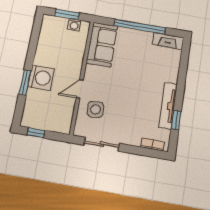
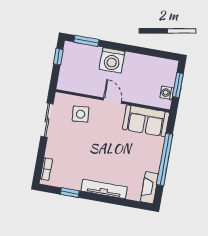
window: (25, 83) -> (86, 41), moved
door: (80, 89) -> (112, 101), moved
tv unit: (168, 106) -> (104, 189), moved

